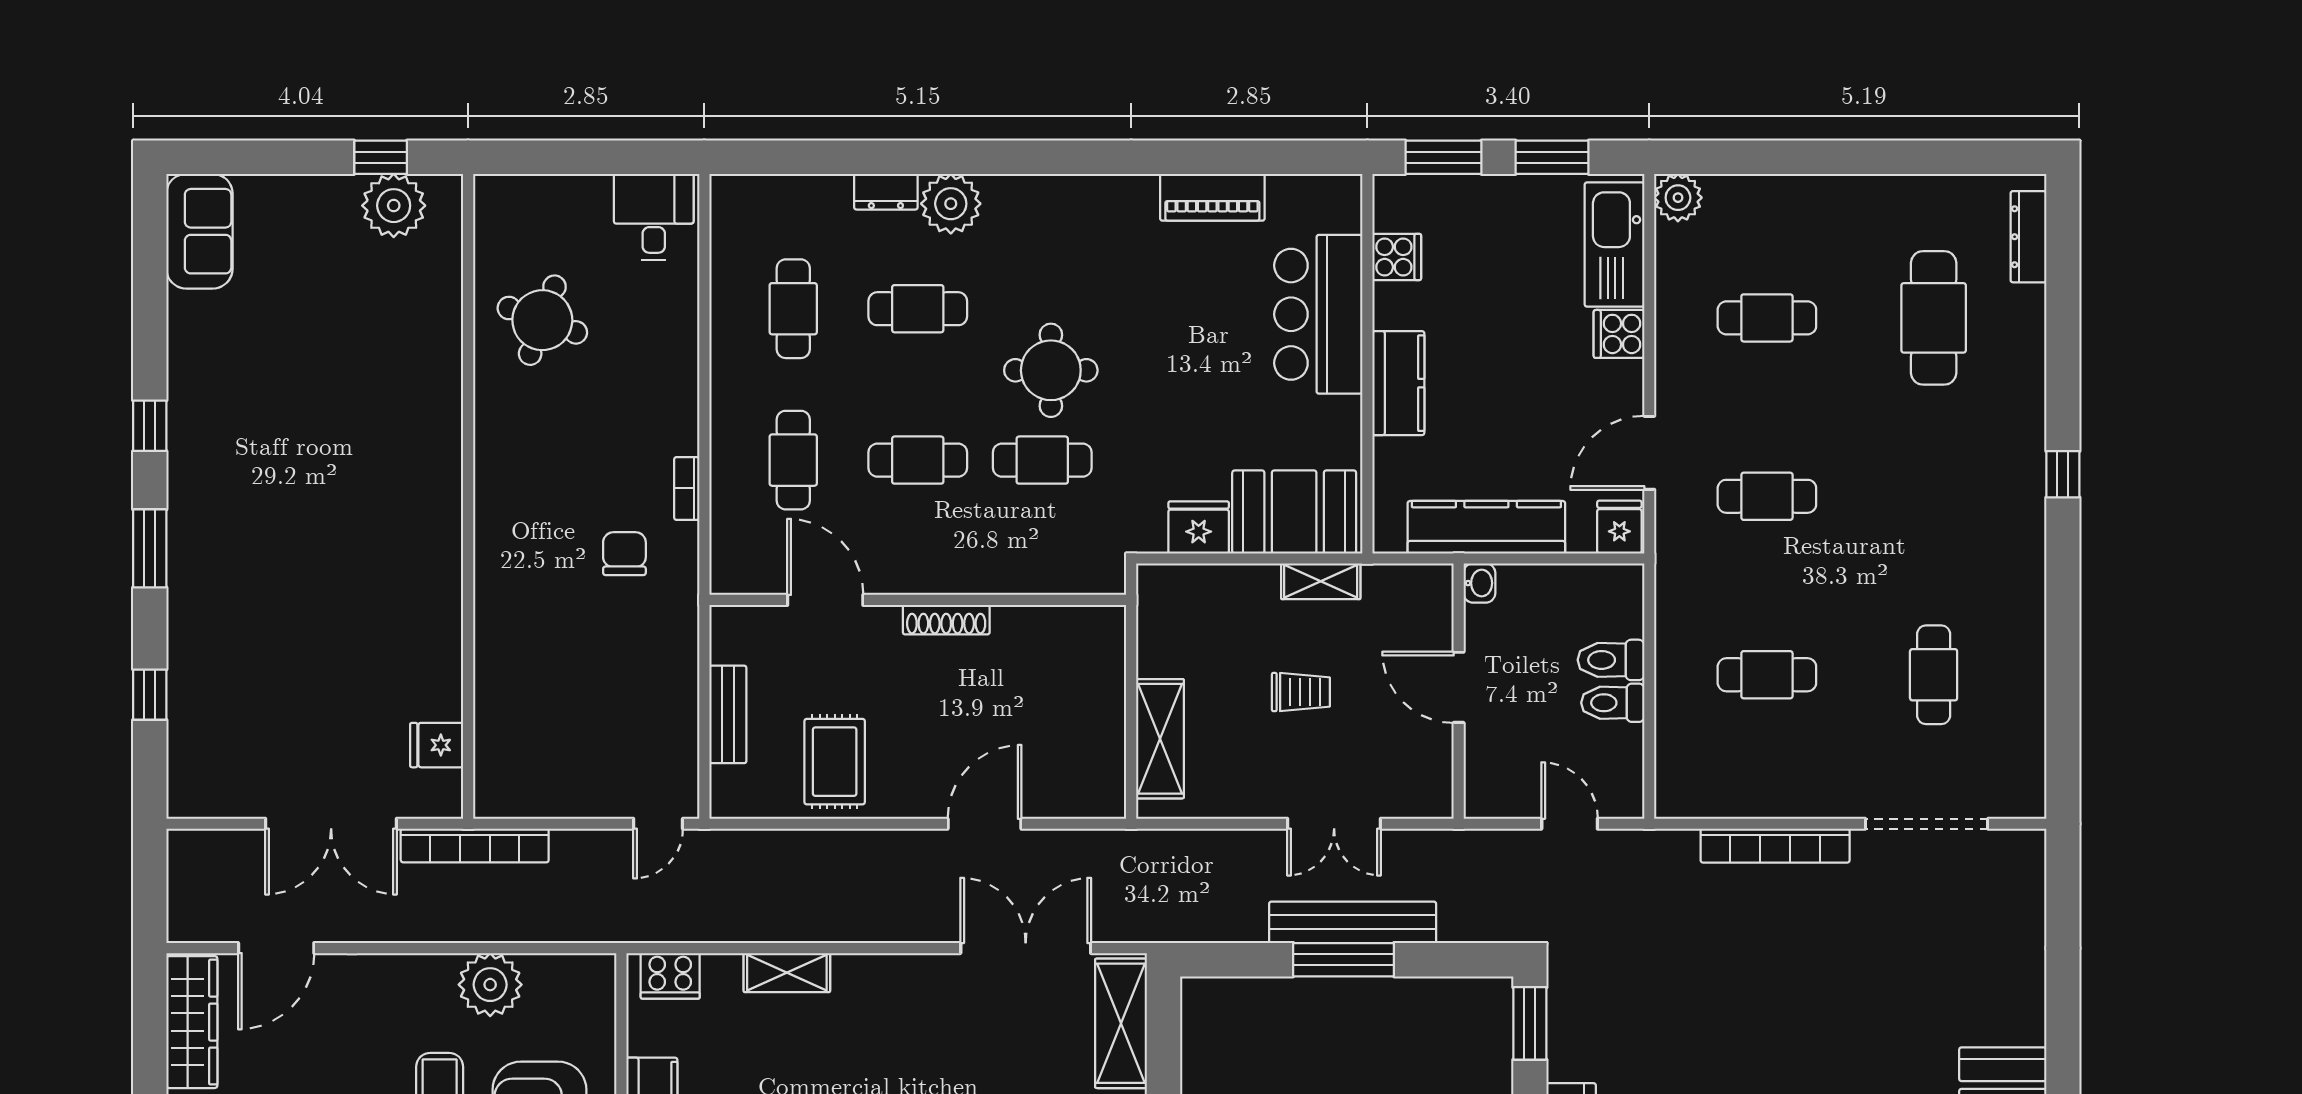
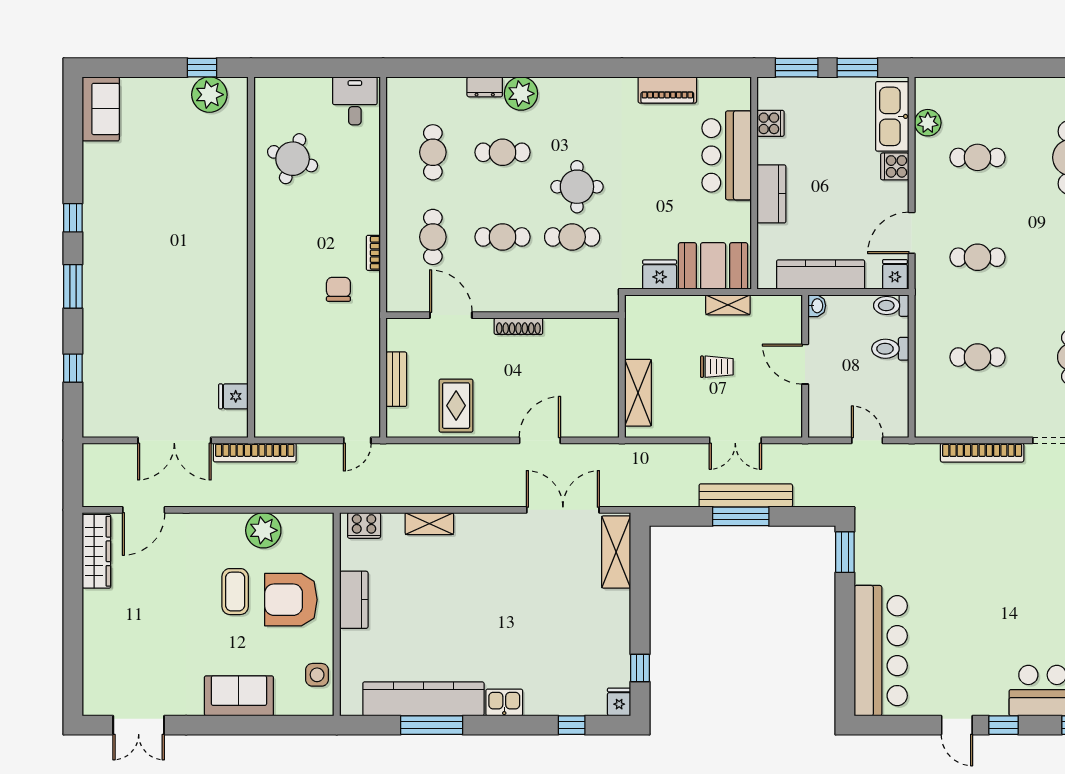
plant: (1678, 198) -> (928, 123), moved
toilet: (1613, 703) -> (891, 306), moved

